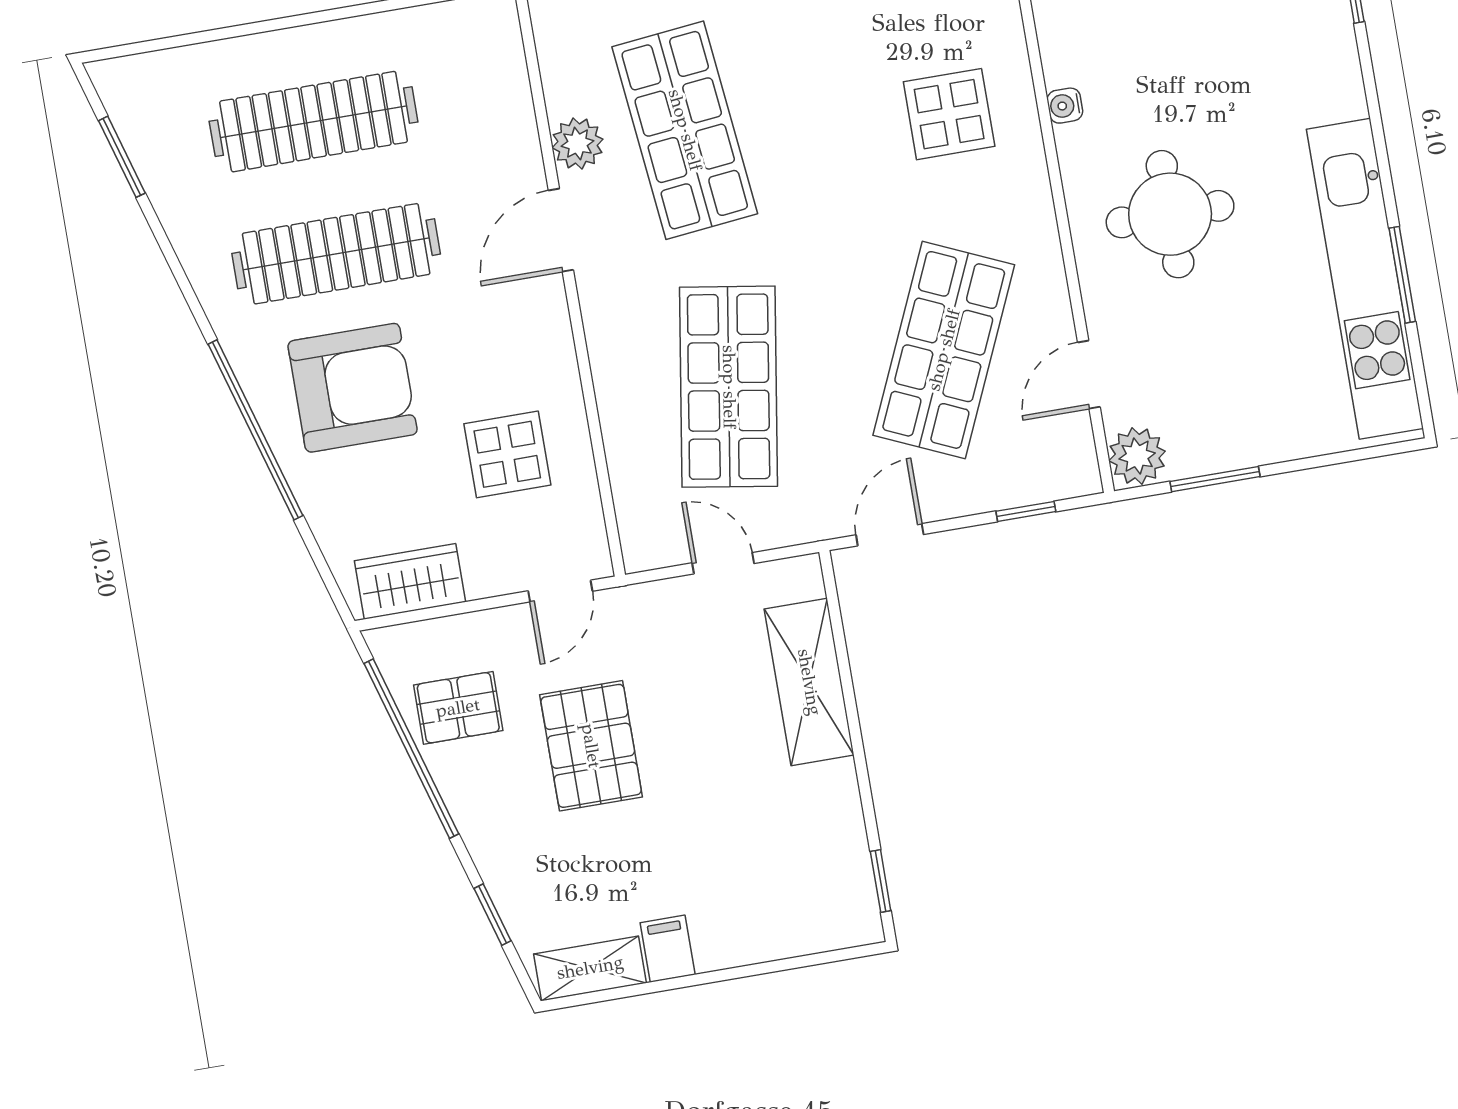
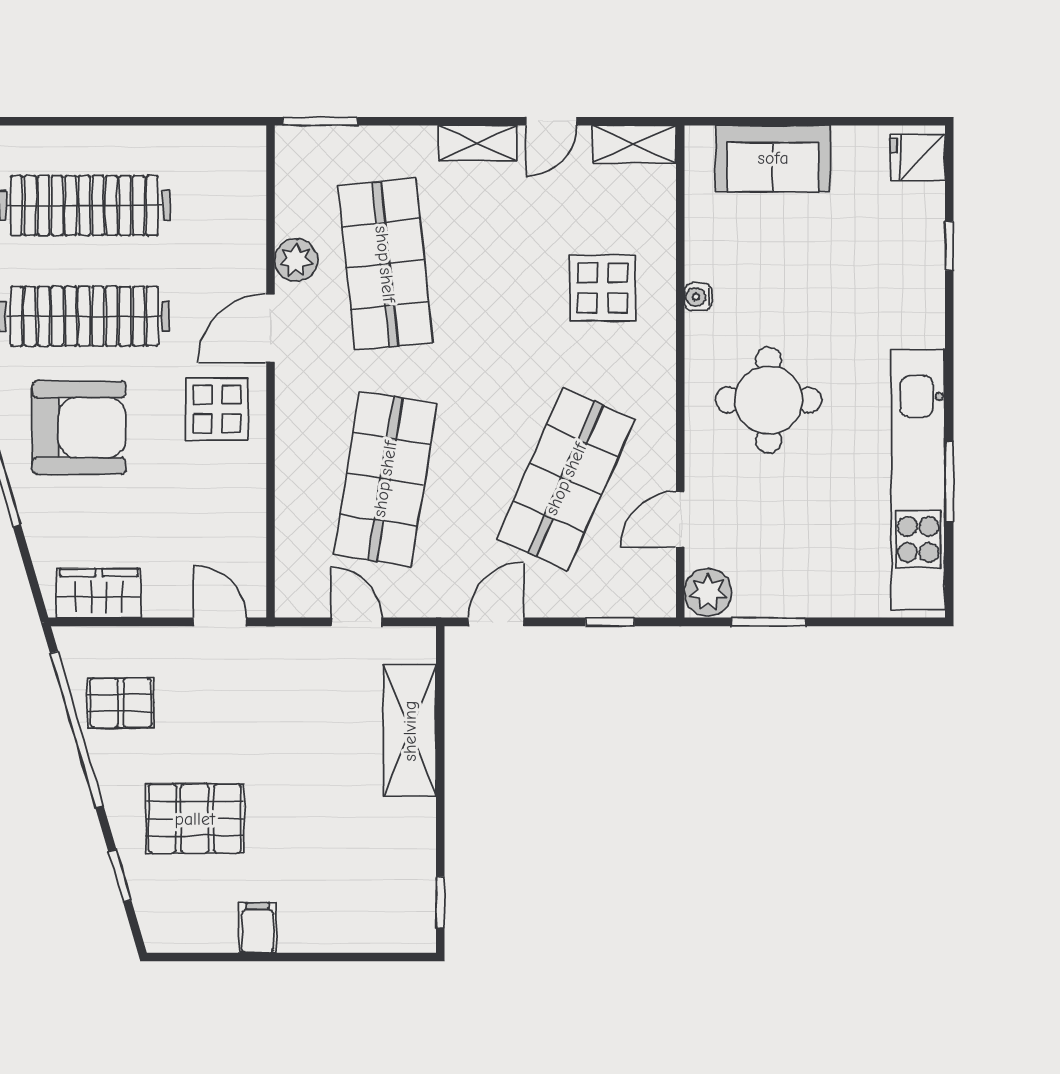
display table: (507, 454) -> (217, 409), moved
door: (560, 591) -> (220, 622), swing flipped
pallet: (591, 746) -> (195, 819), moved, turned 90
shelving: (590, 968) -> (192, 933), removed

